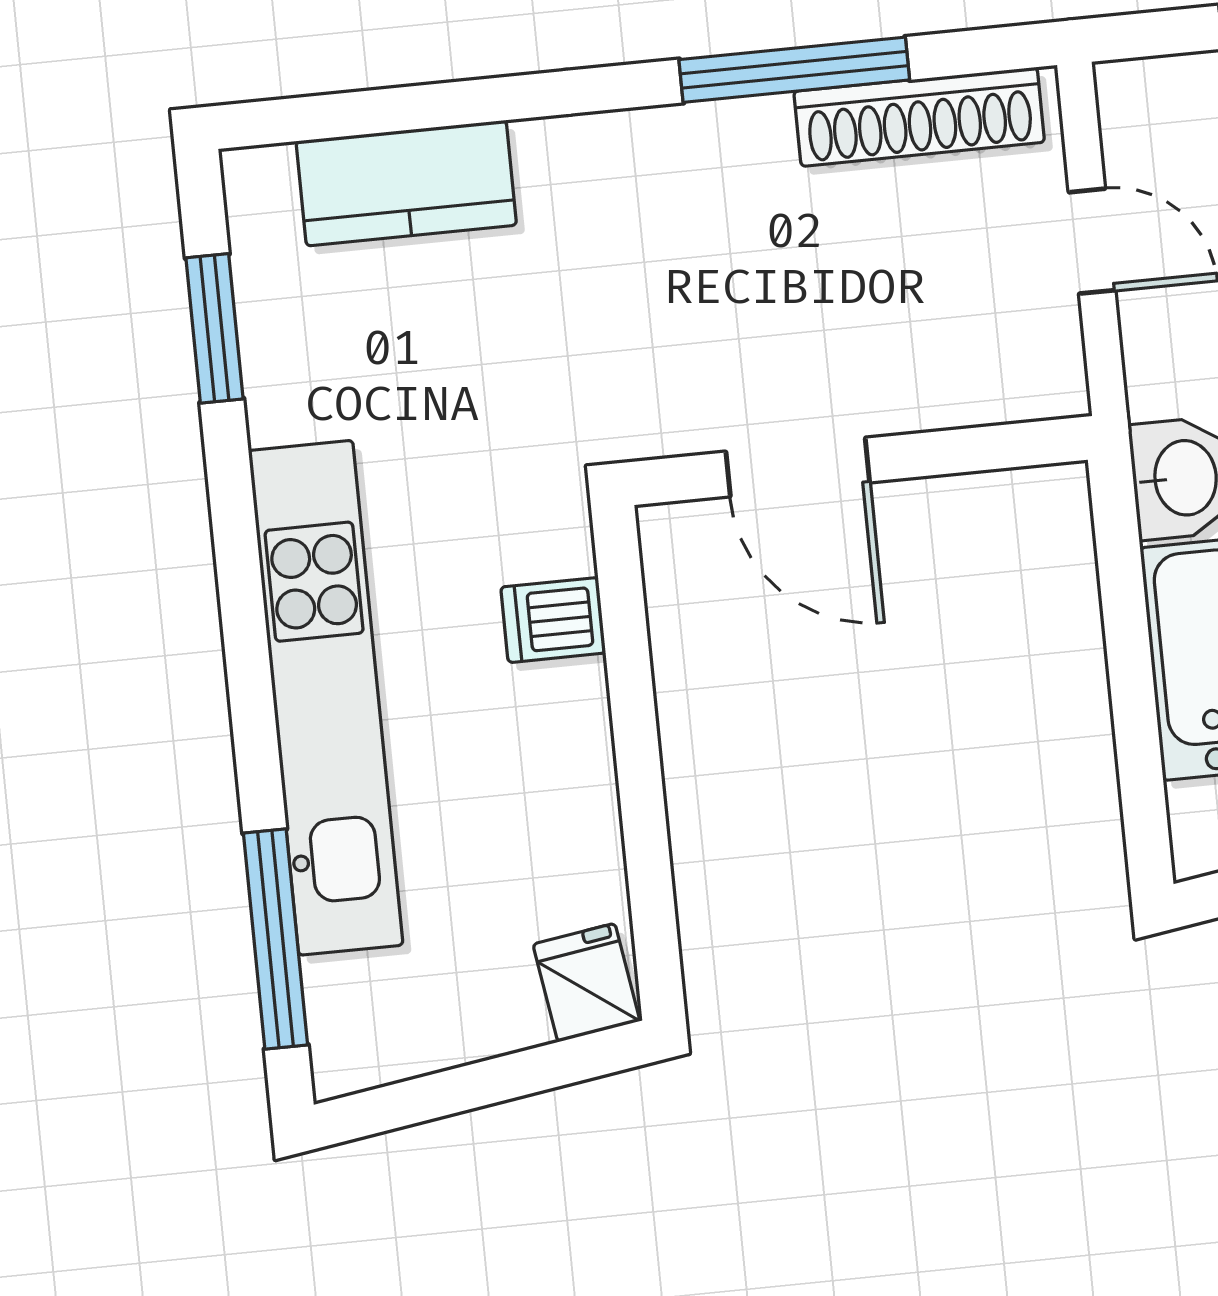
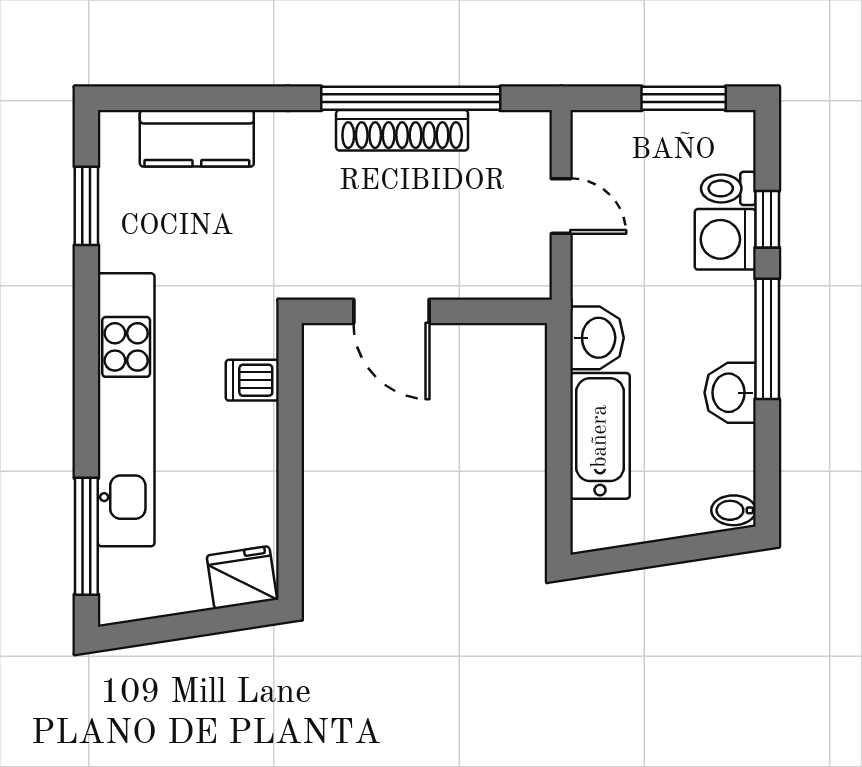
window: (794, 70) -> (411, 98), width x1.46
shoe rack: (919, 117) -> (402, 130), moved
fridge: (586, 983) -> (242, 578), width x1.38

